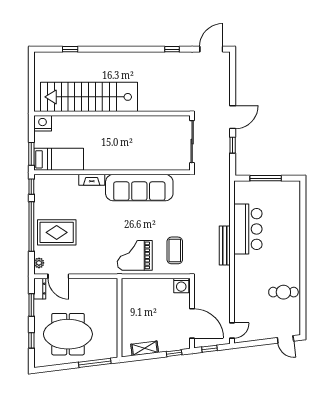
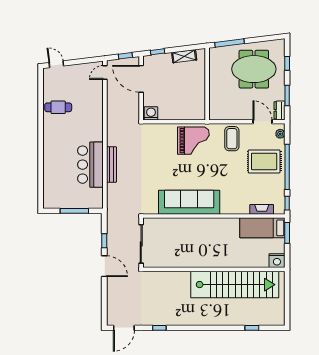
door: (233, 117) -> (104, 266), swing flipped
fireplace: (92, 180) -> (262, 209), moved
bench: (225, 246) -> (111, 165), moved
coffee table: (175, 250) -> (232, 139), moved

